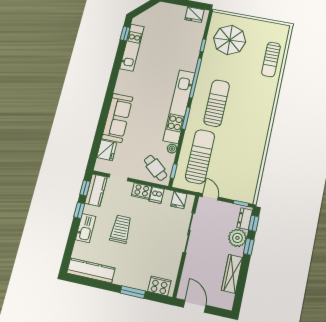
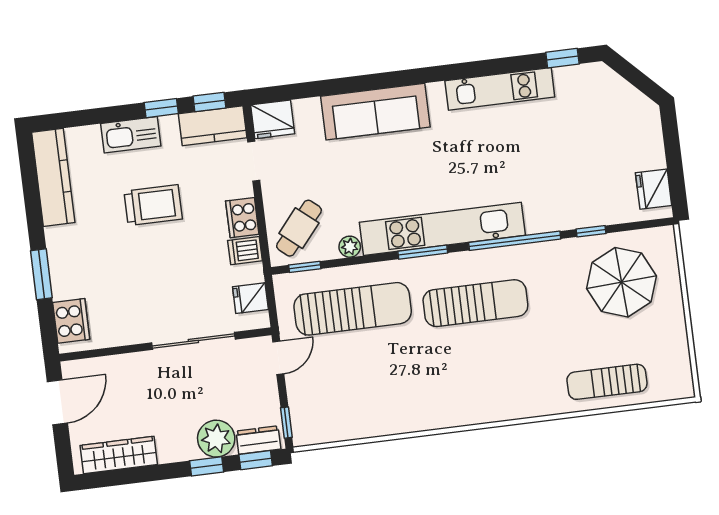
kitchen unit: (132, 48) -> (500, 89), moved
fridge: (107, 150) -> (273, 119), moved
wardrobe: (232, 274) -> (119, 455), moved

